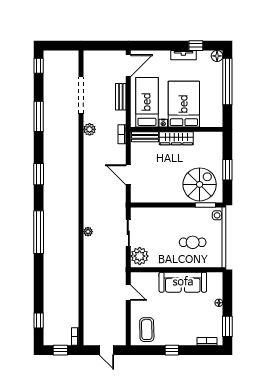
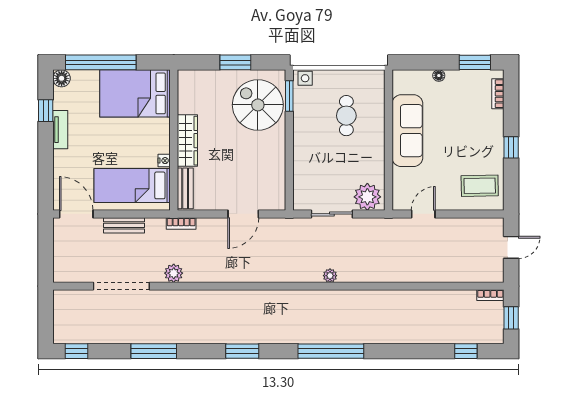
bed: (184, 104) -> (135, 93), moved

